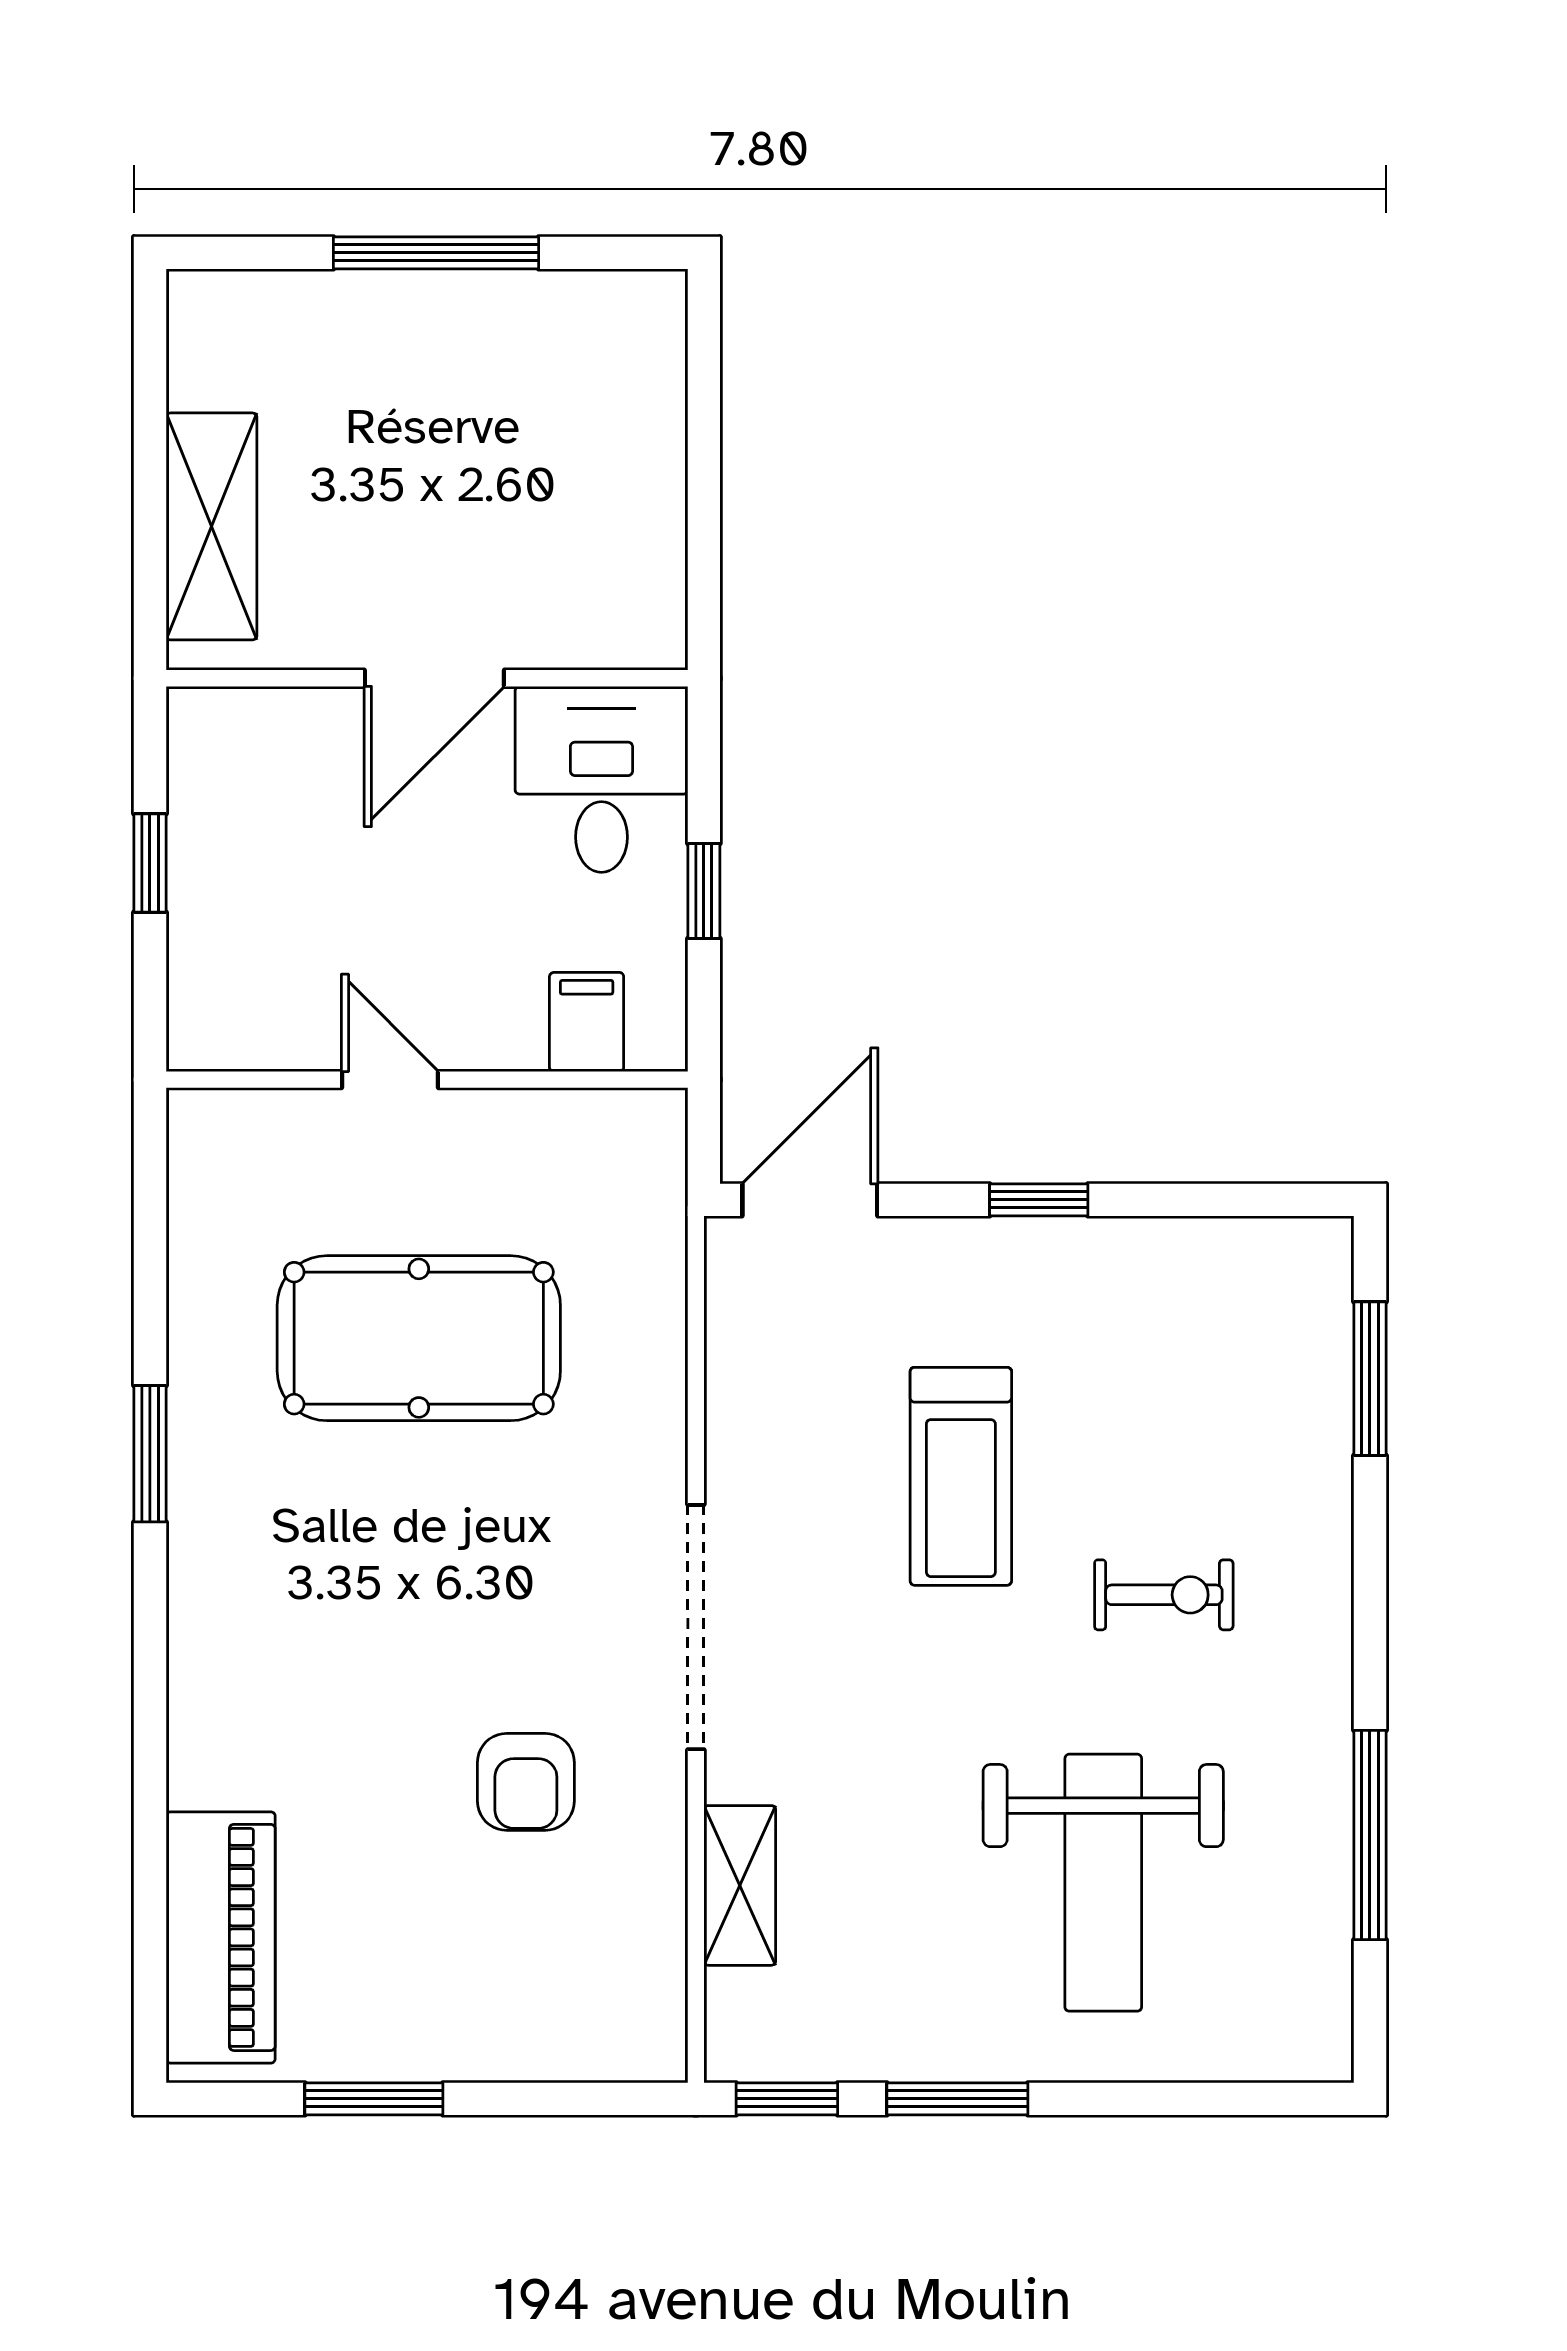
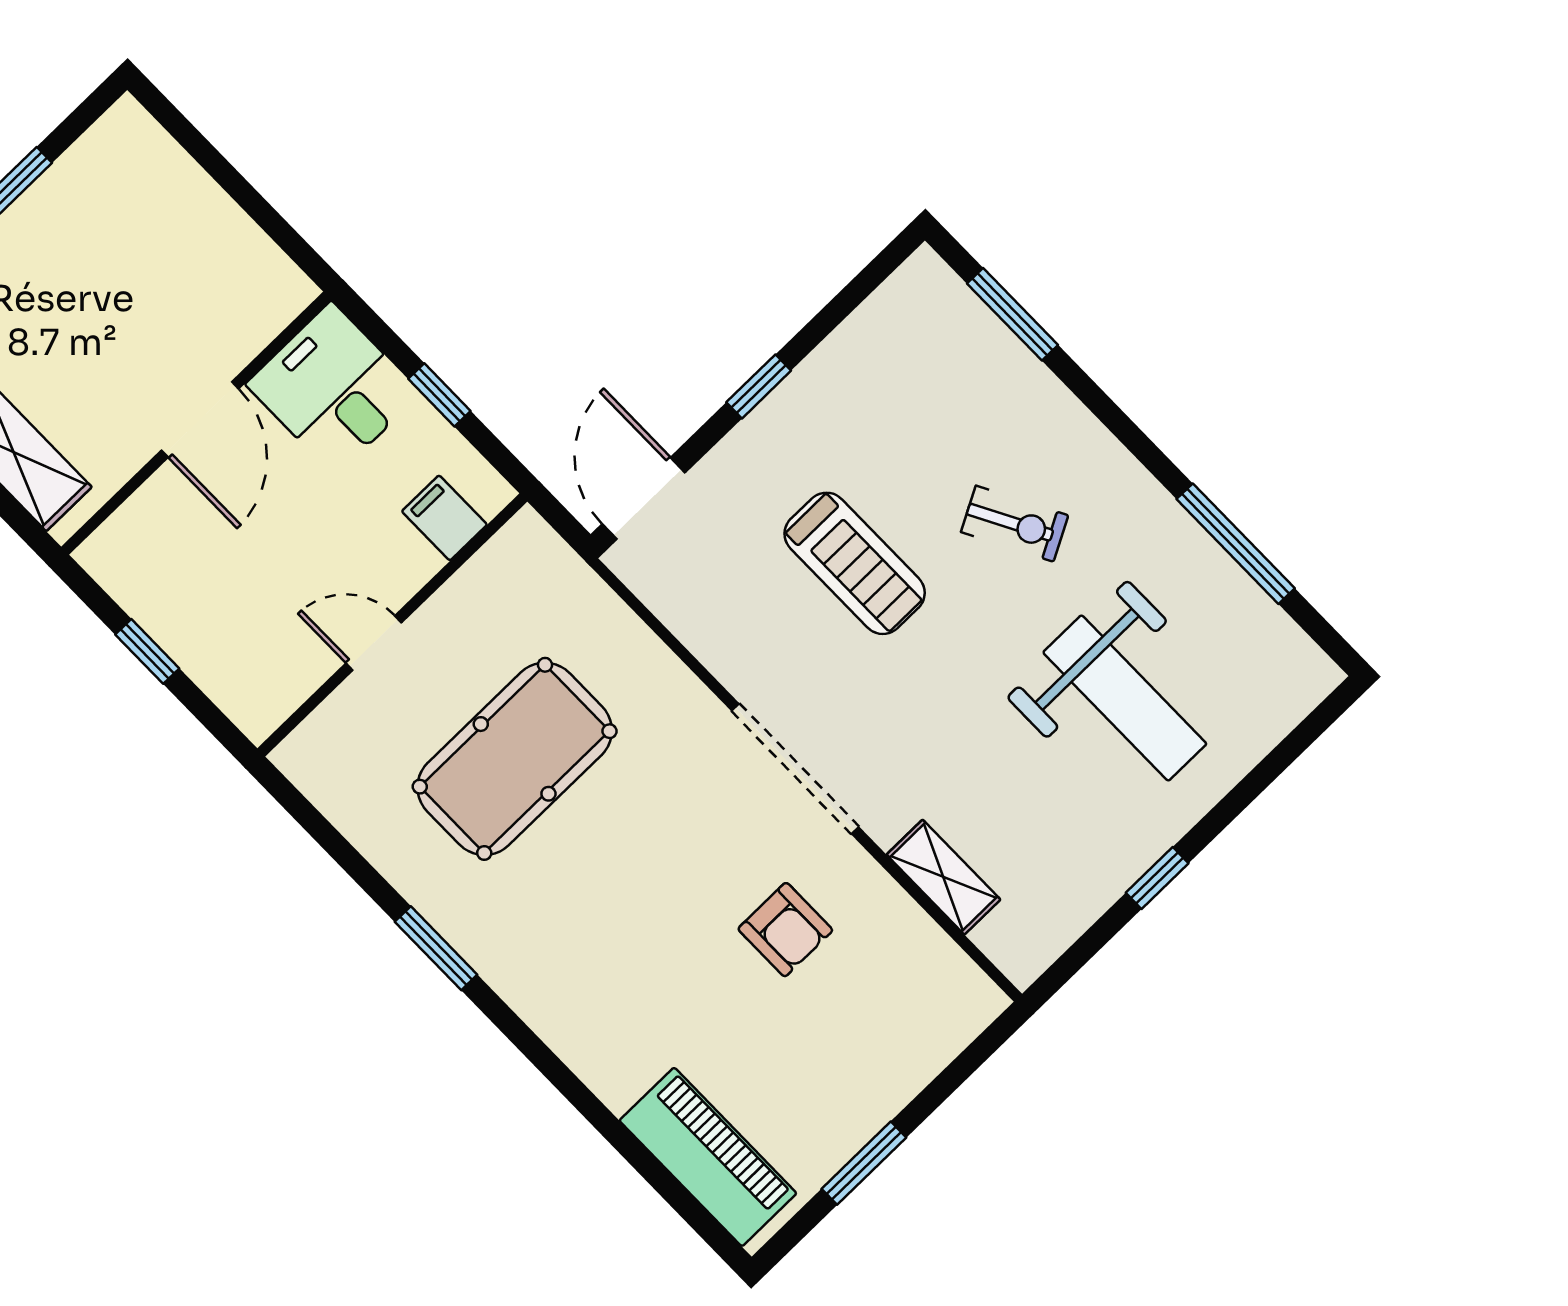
exercise bike: (1164, 1595) -> (1015, 524), turned 62
window: (787, 2099) -> (1072, 961), removed
window: (957, 2099) -> (1157, 878), width x0.67

